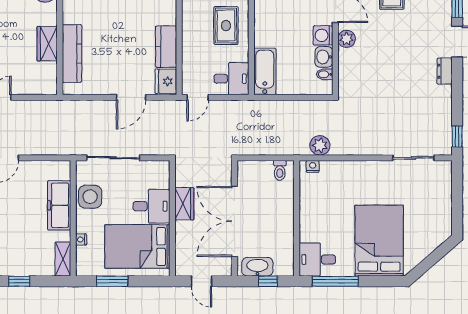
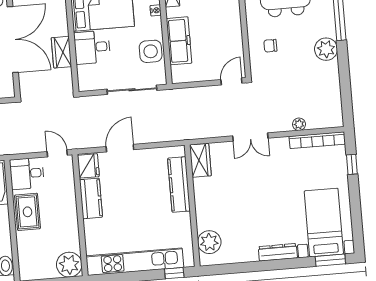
rug: (226, 26) -> (27, 212), moved
wardrobe: (47, 44) -> (200, 160), moved
door: (198, 97) -> (57, 153), hinge flipped

